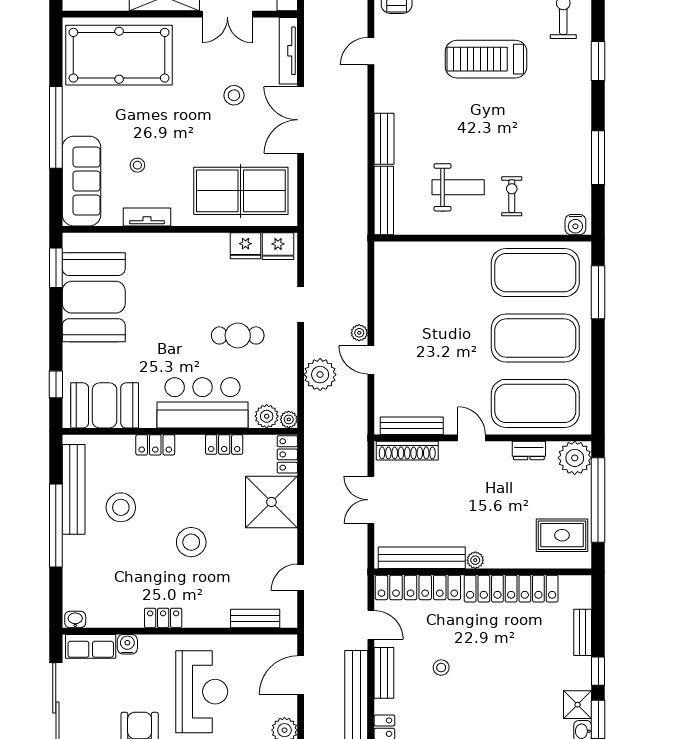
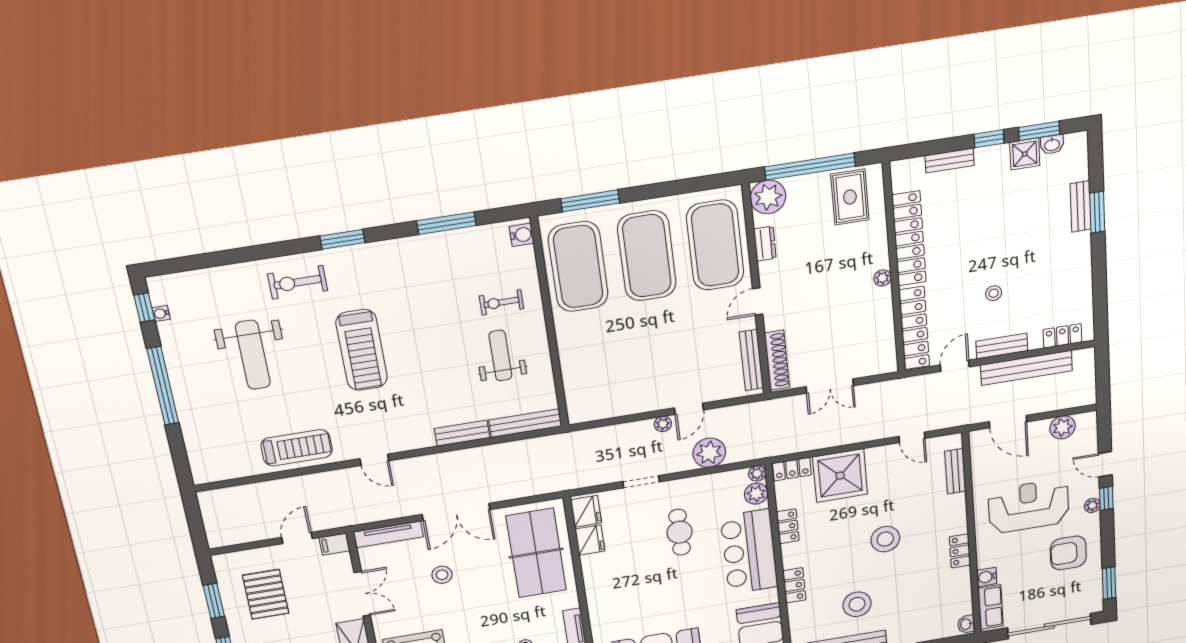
bench: (422, 558) -> (884, 329), removed

